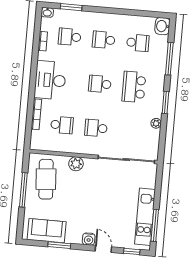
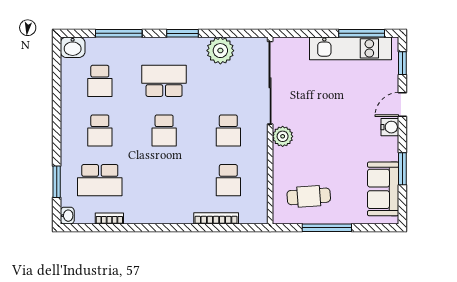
school desk: (70, 37) -> (100, 180), width x1.85
school desk: (138, 43) -> (100, 81), turned 180
desk: (50, 80) -> (165, 203), removed
school desk: (134, 87) -> (164, 81), turned 180
plant: (156, 123) -> (220, 51), width x1.87, depth x1.87
school desk: (62, 125) -> (228, 180), turned 180
plant: (76, 164) -> (283, 136), moved
cafe table: (46, 179) -> (309, 196), width x0.73, depth x0.74

